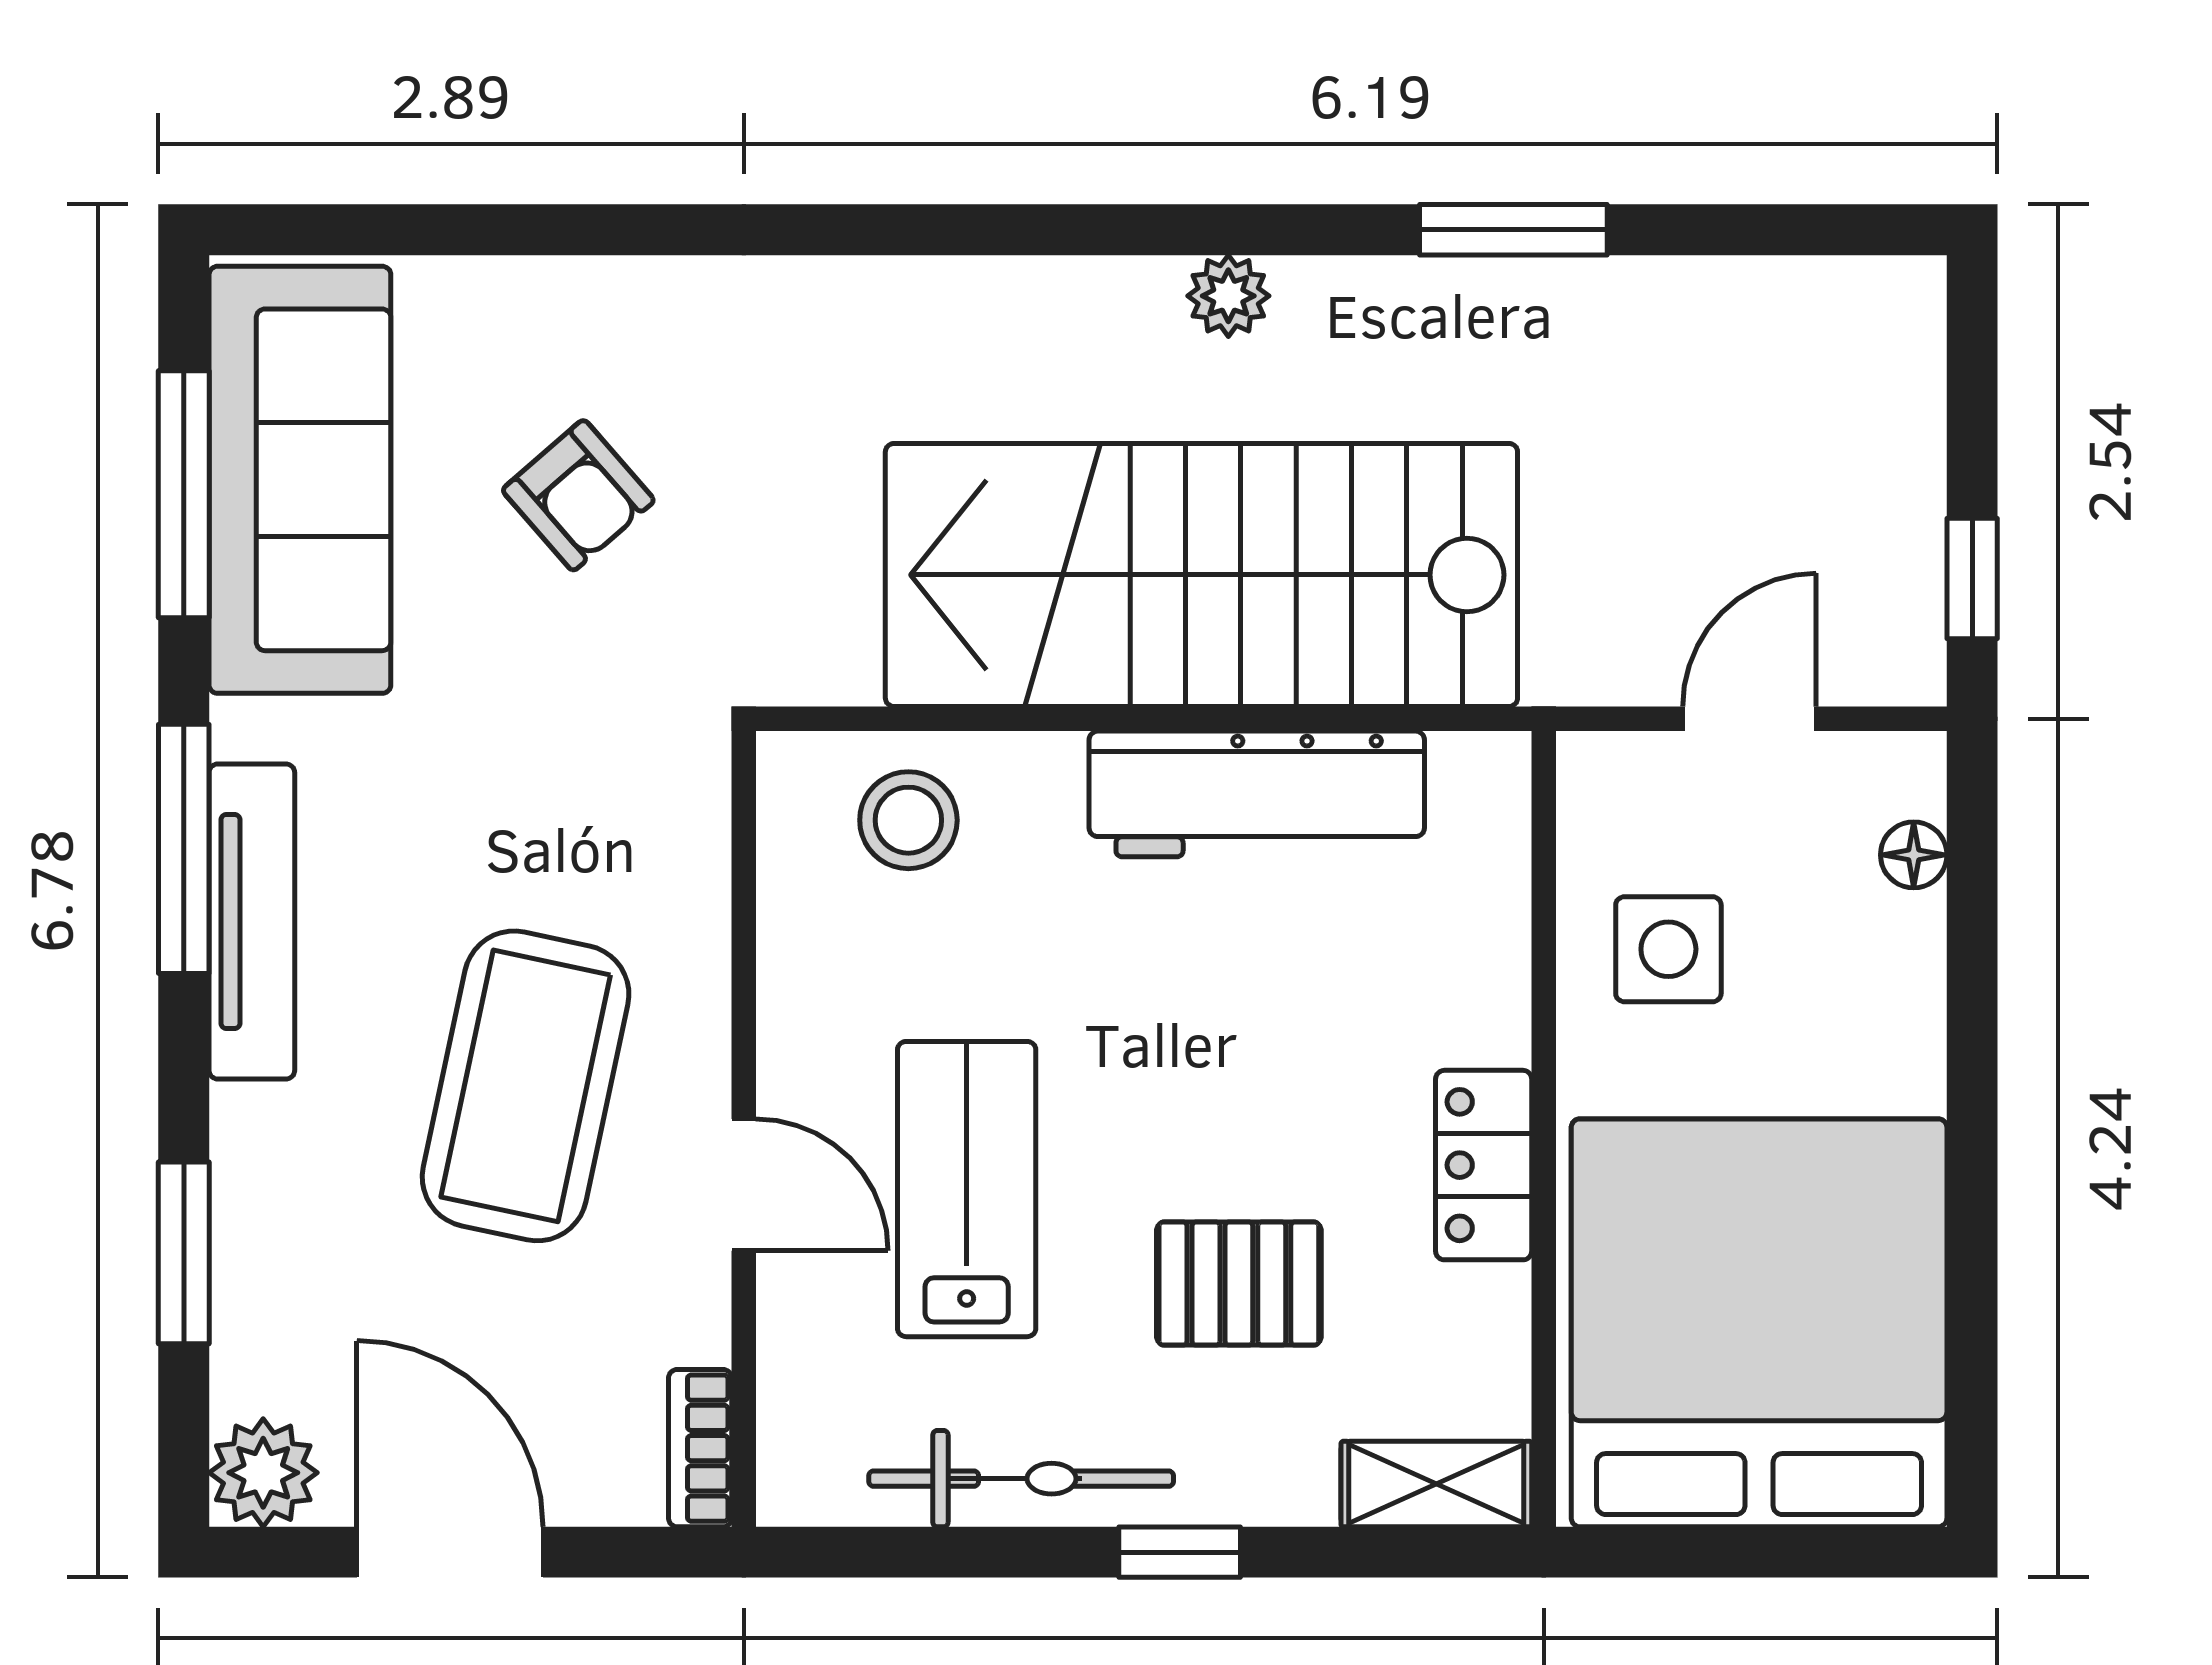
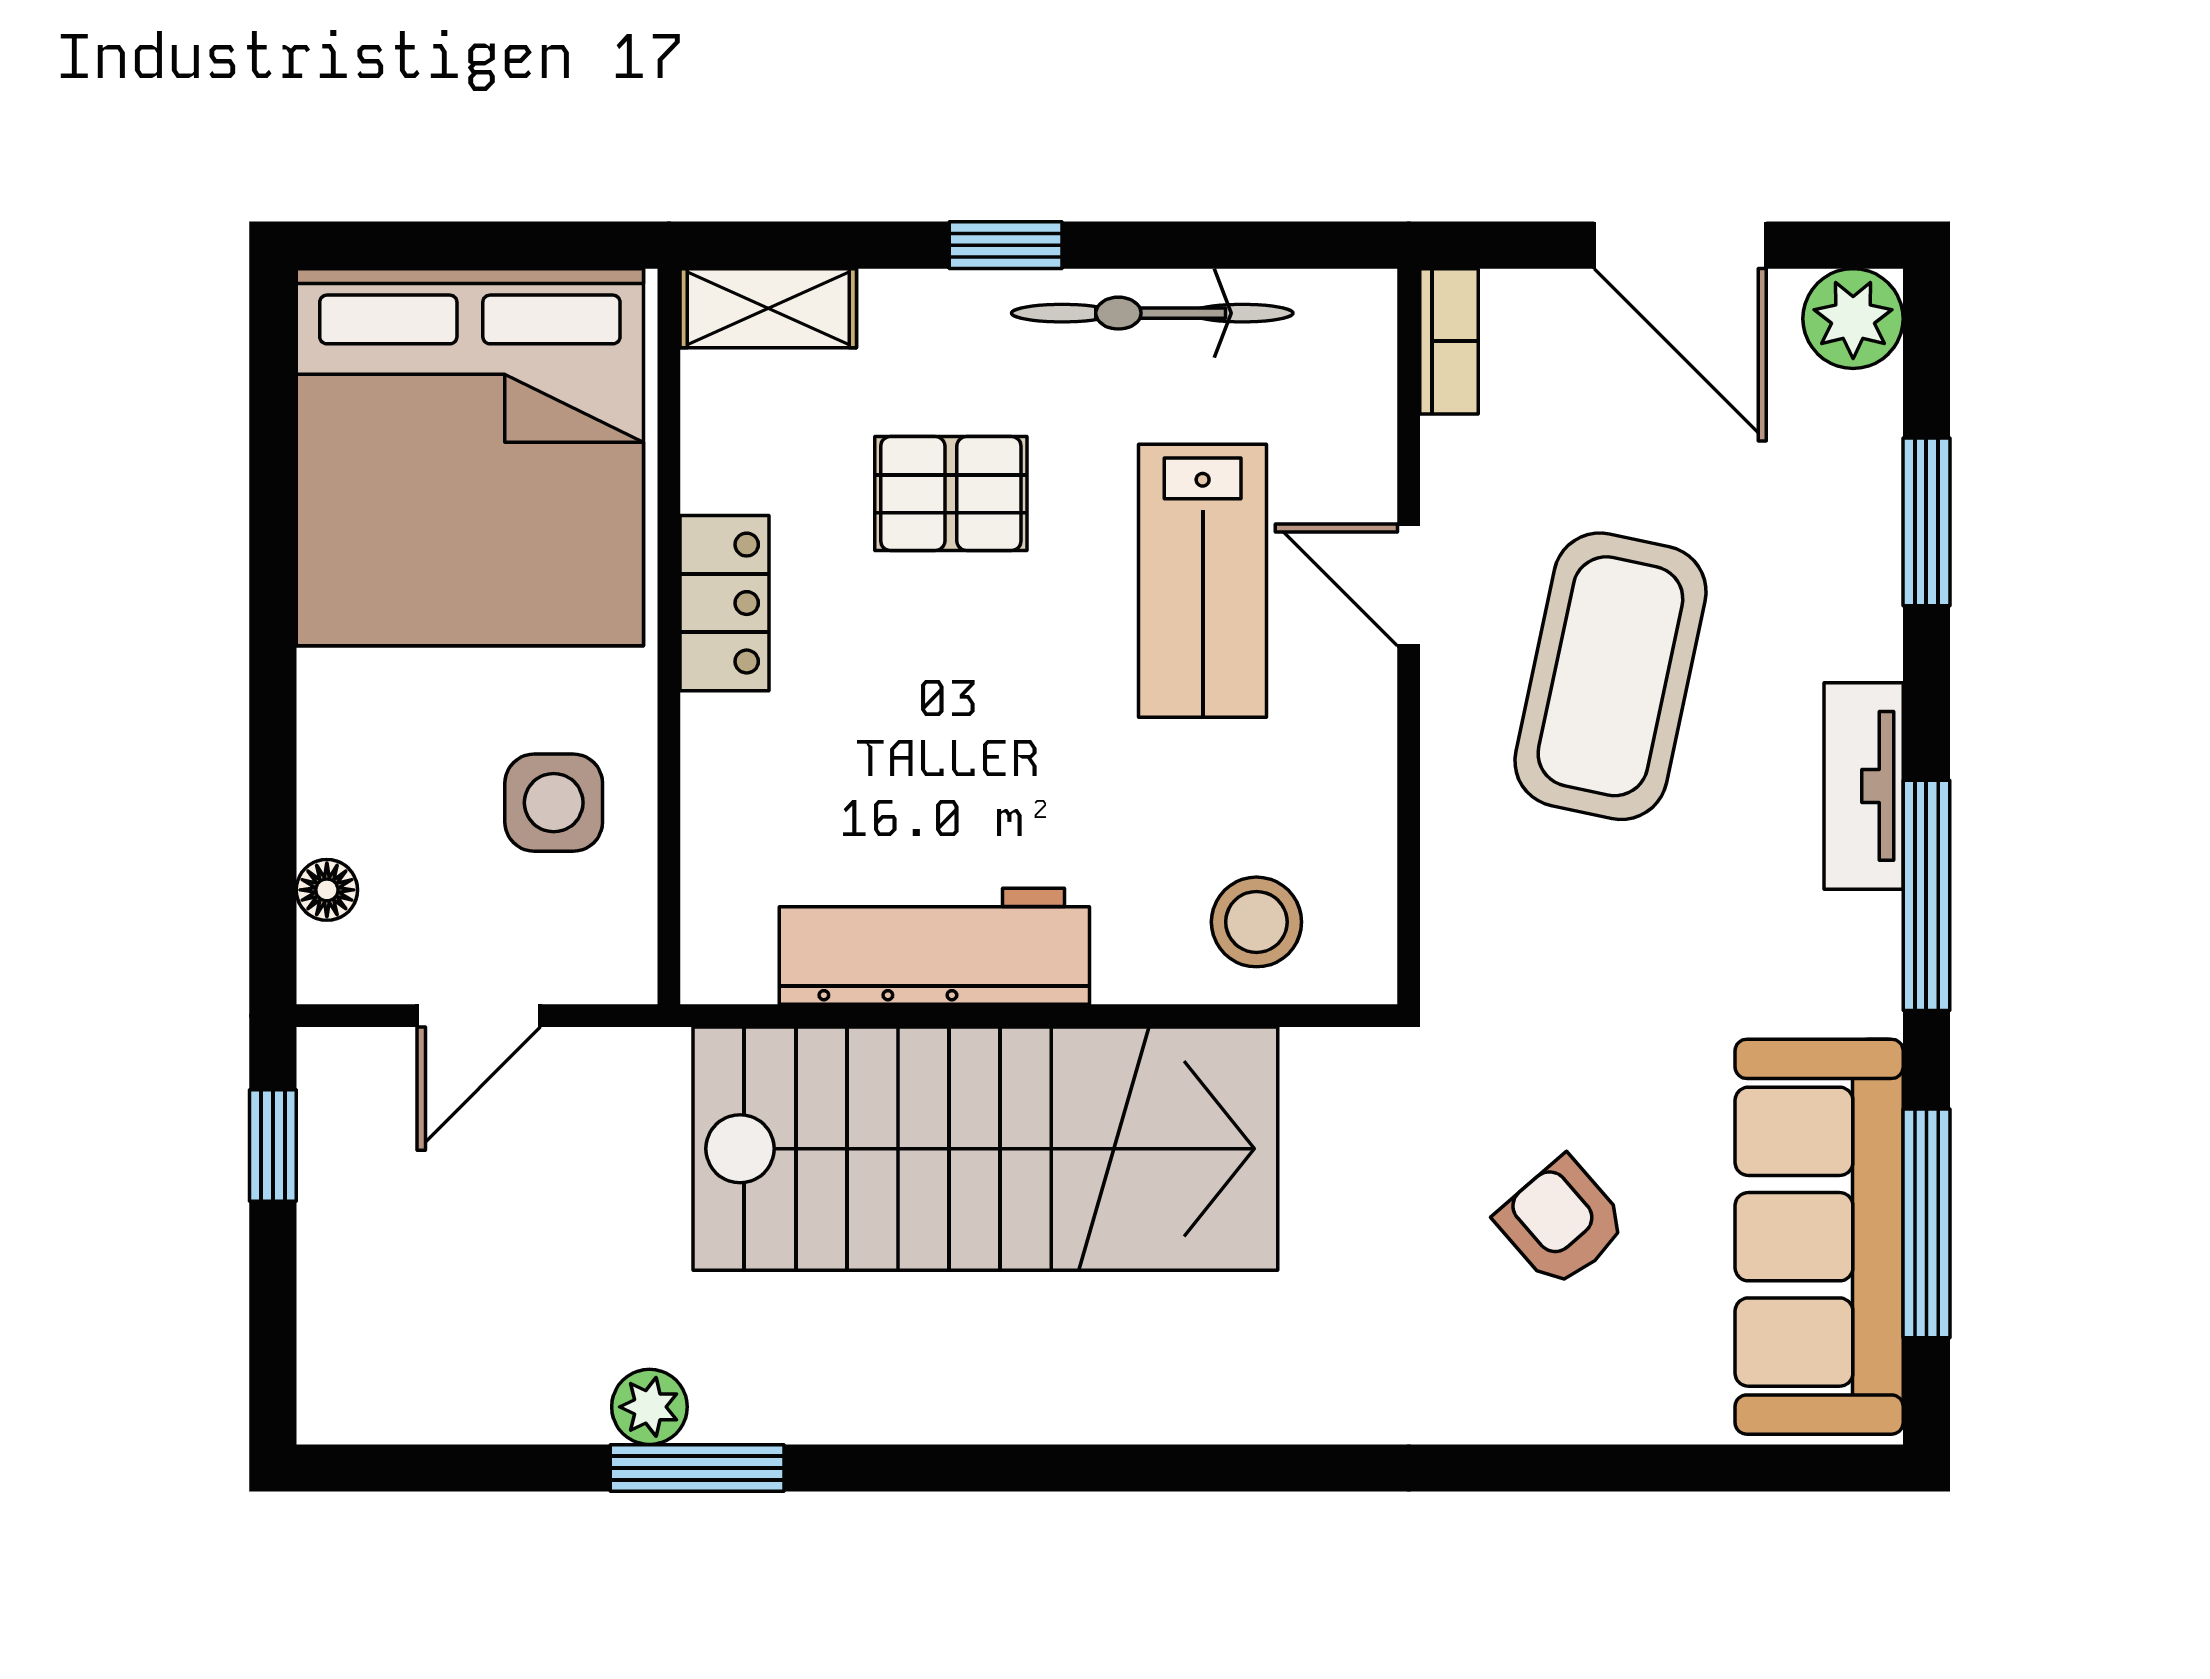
plant: (1228, 296) -> (649, 1407), moved
tv unit: (252, 921) -> (1864, 786), width x0.71

